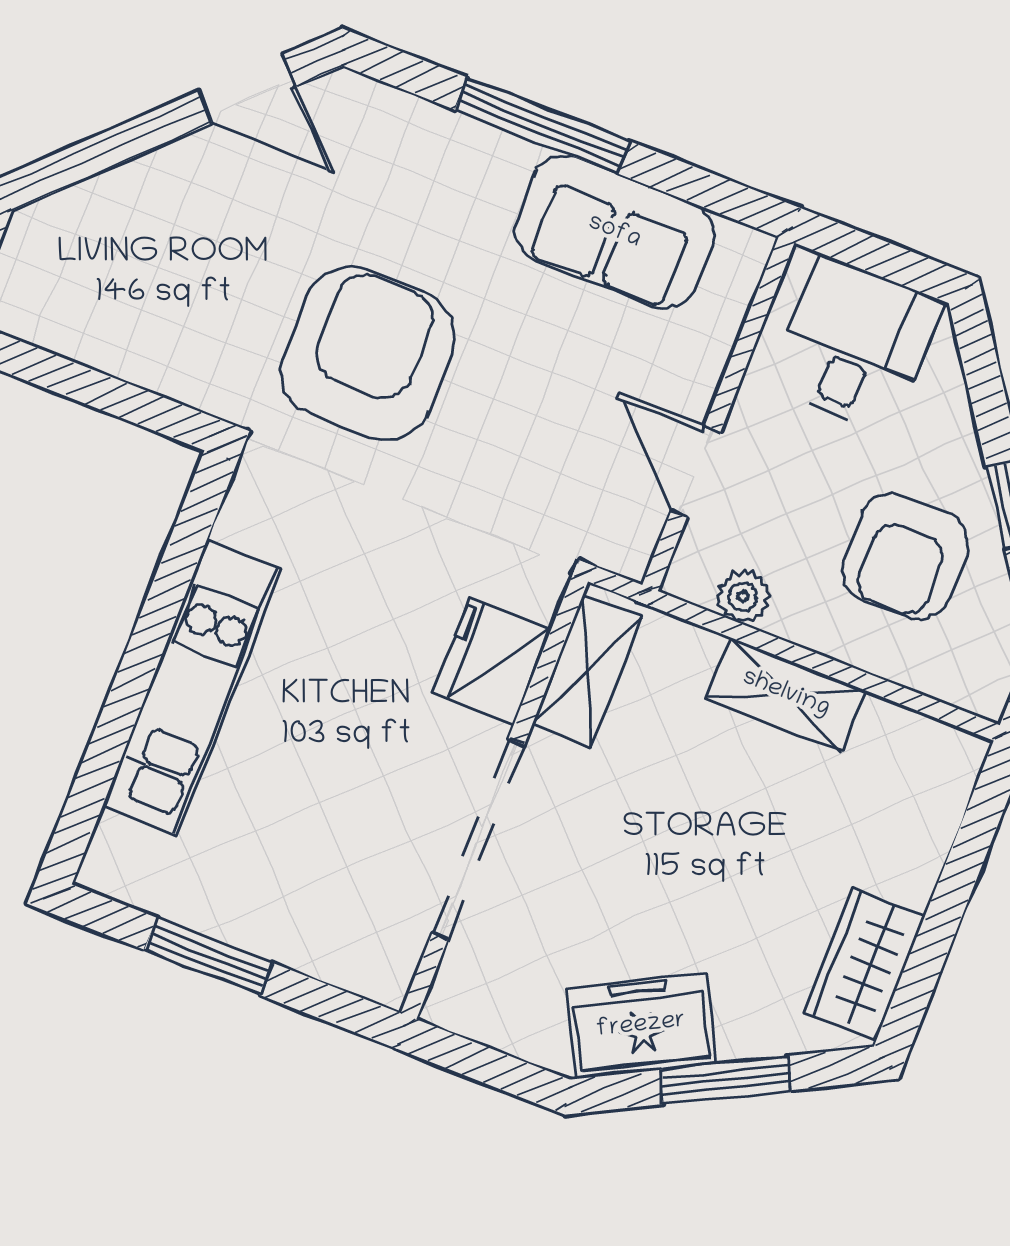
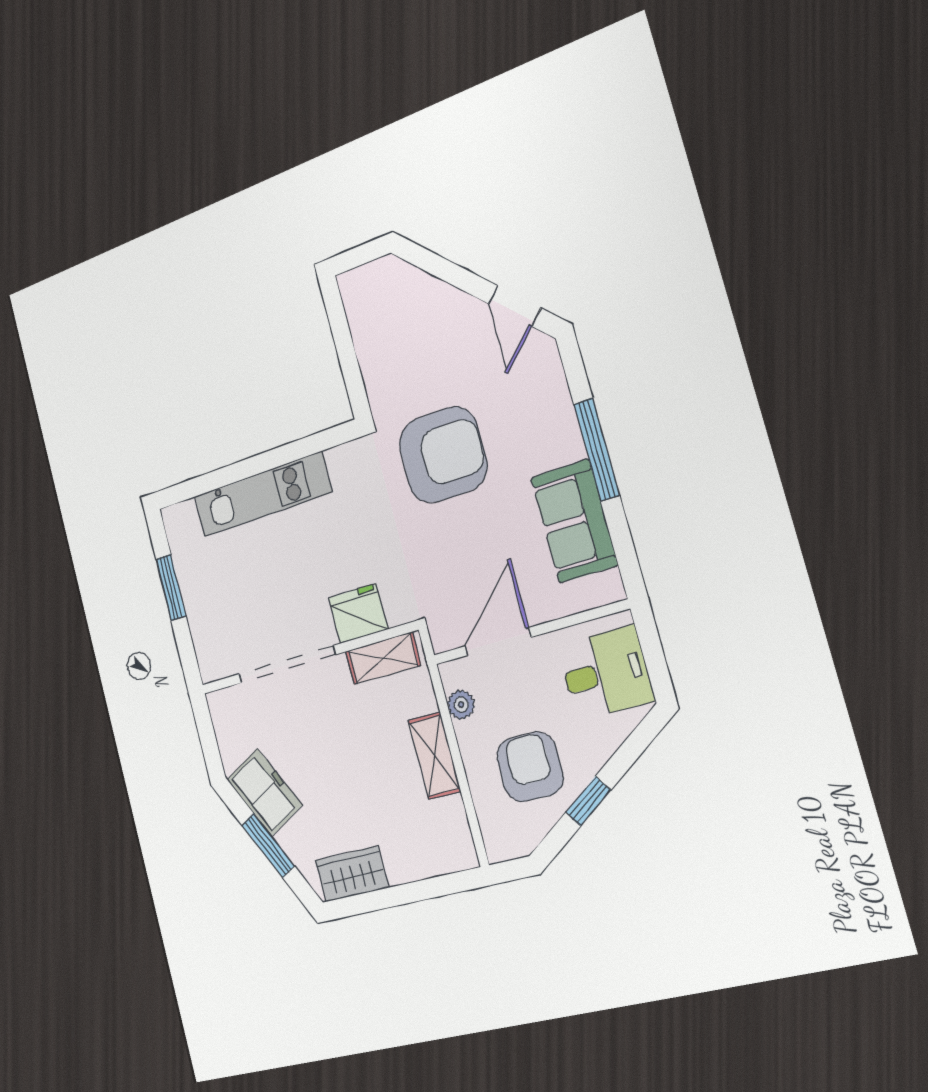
door: (696, 472) -> (498, 642), width x1.38
armchair: (905, 556) -> (530, 767), turned 90

